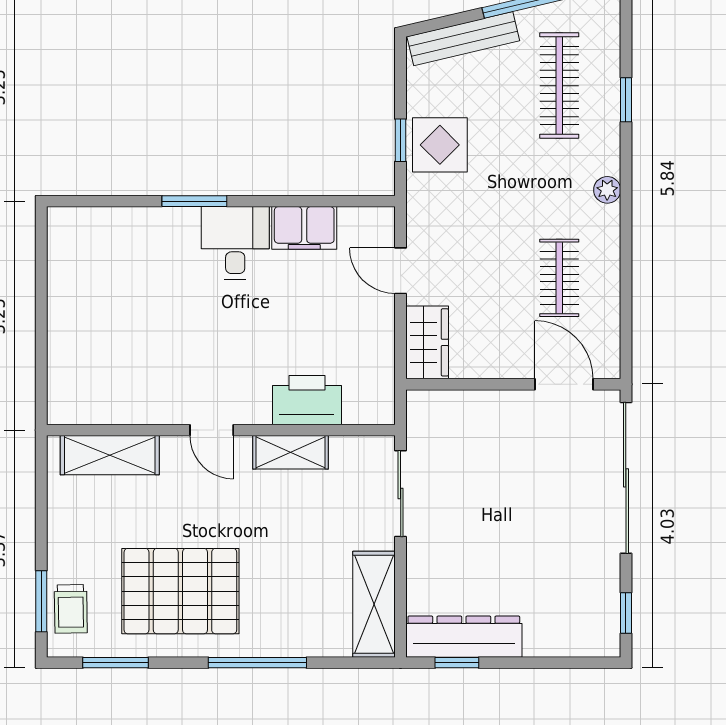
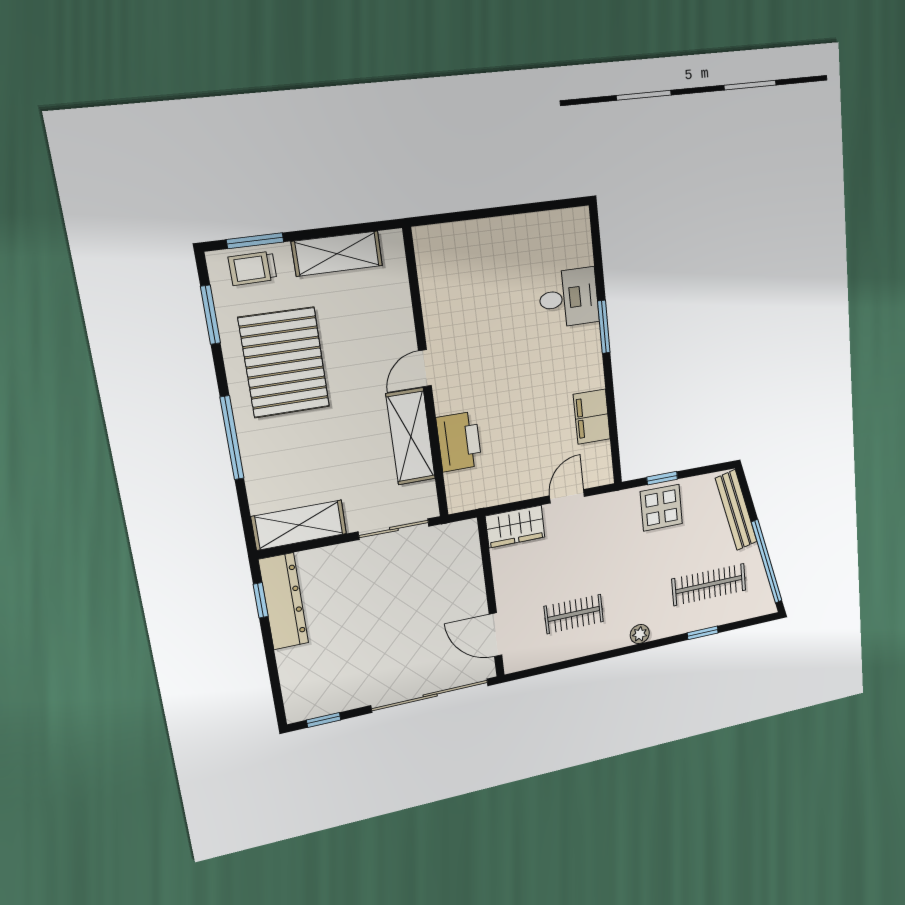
desk: (235, 243) -> (569, 298), moved
door: (564, 384) -> (496, 635), swing flipped
shelving: (291, 452) -> (411, 437), width x1.50, depth x1.33
shelving: (110, 455) -> (337, 254), moved, turned 90

